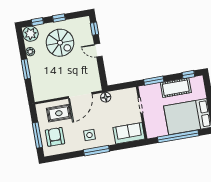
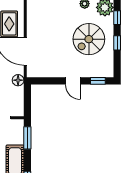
door: (98, 50) -> (73, 81), swing flipped

